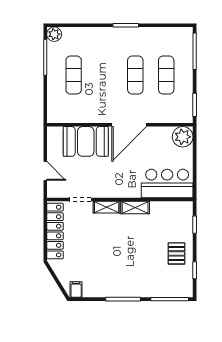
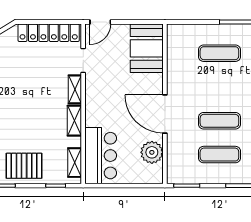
plant: (183, 137) -> (152, 152), moved
booth: (86, 141) -> (147, 48), moved
door: (45, 171) -> (100, 22), moved
shelving: (173, 207) -> (75, 163), added
pallet: (176, 253) -> (24, 166), width x1.50, depth x1.42

